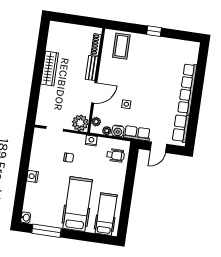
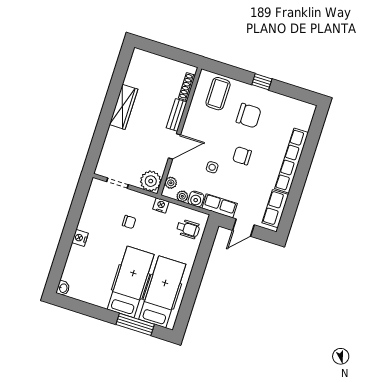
chair: (148, 59) -> (249, 116), added
chair: (148, 91) -> (242, 156), added
hospital bed: (106, 214) -> (162, 292), width x1.37, depth x1.29
window: (47, 231) -> (135, 324), moved

